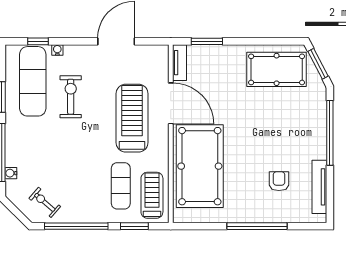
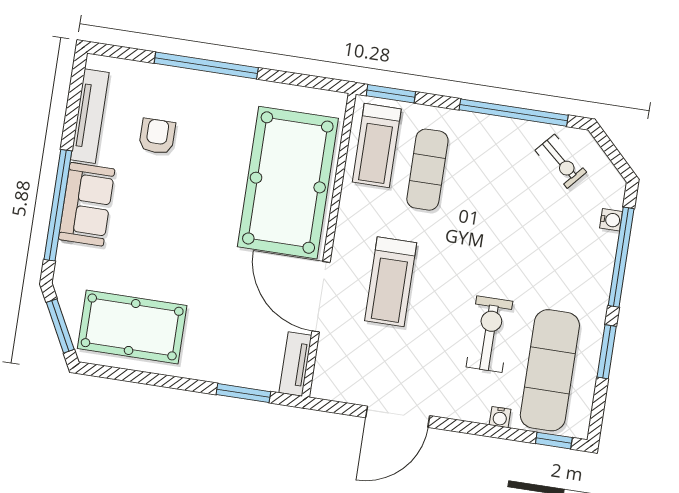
window: (38, 41) -> (554, 441), moved
exercise bike: (71, 97) -> (489, 334), turned 180
treadmill: (132, 118) -> (391, 282), width x0.73, depth x0.73
sofa: (314, 136) -> (87, 204), added
armchair: (279, 181) -> (157, 136), turned 180
window: (134, 226) -> (391, 94), moved

